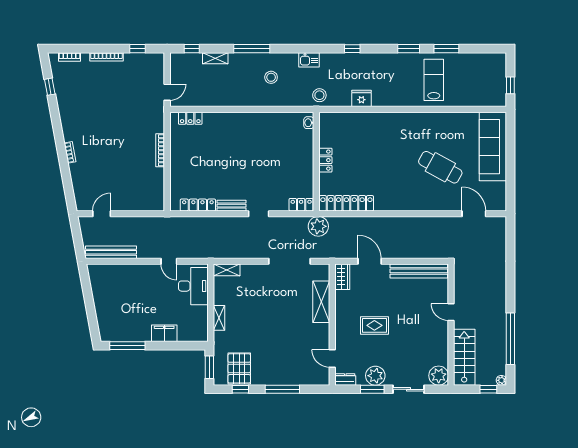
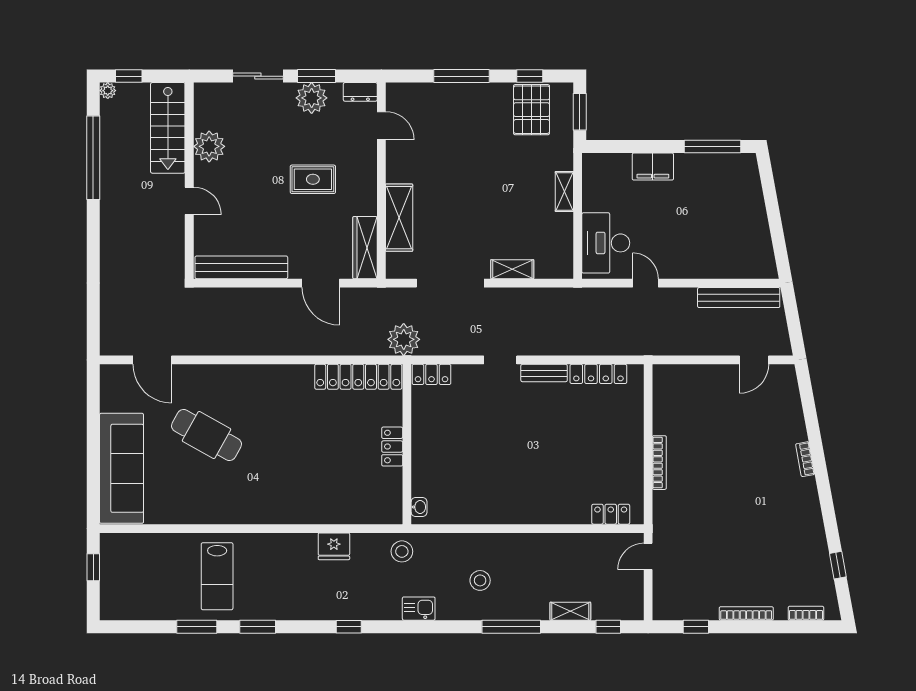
shelving: (227, 270) -> (512, 269), moved
wardrobe: (342, 277) -> (365, 248), width x1.50
plant: (439, 376) -> (209, 146), moved

